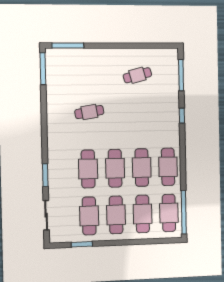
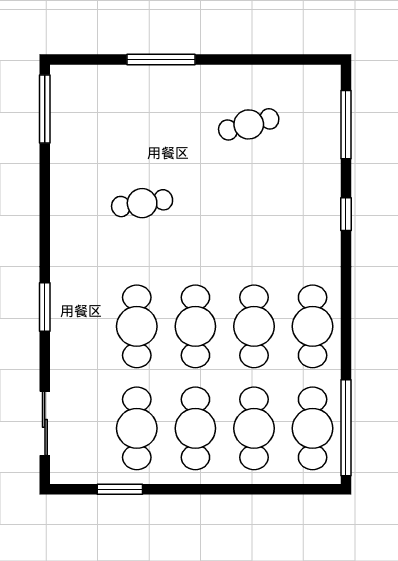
window: (68, 46) -> (161, 60), moved
window: (45, 175) -> (45, 307), moved

